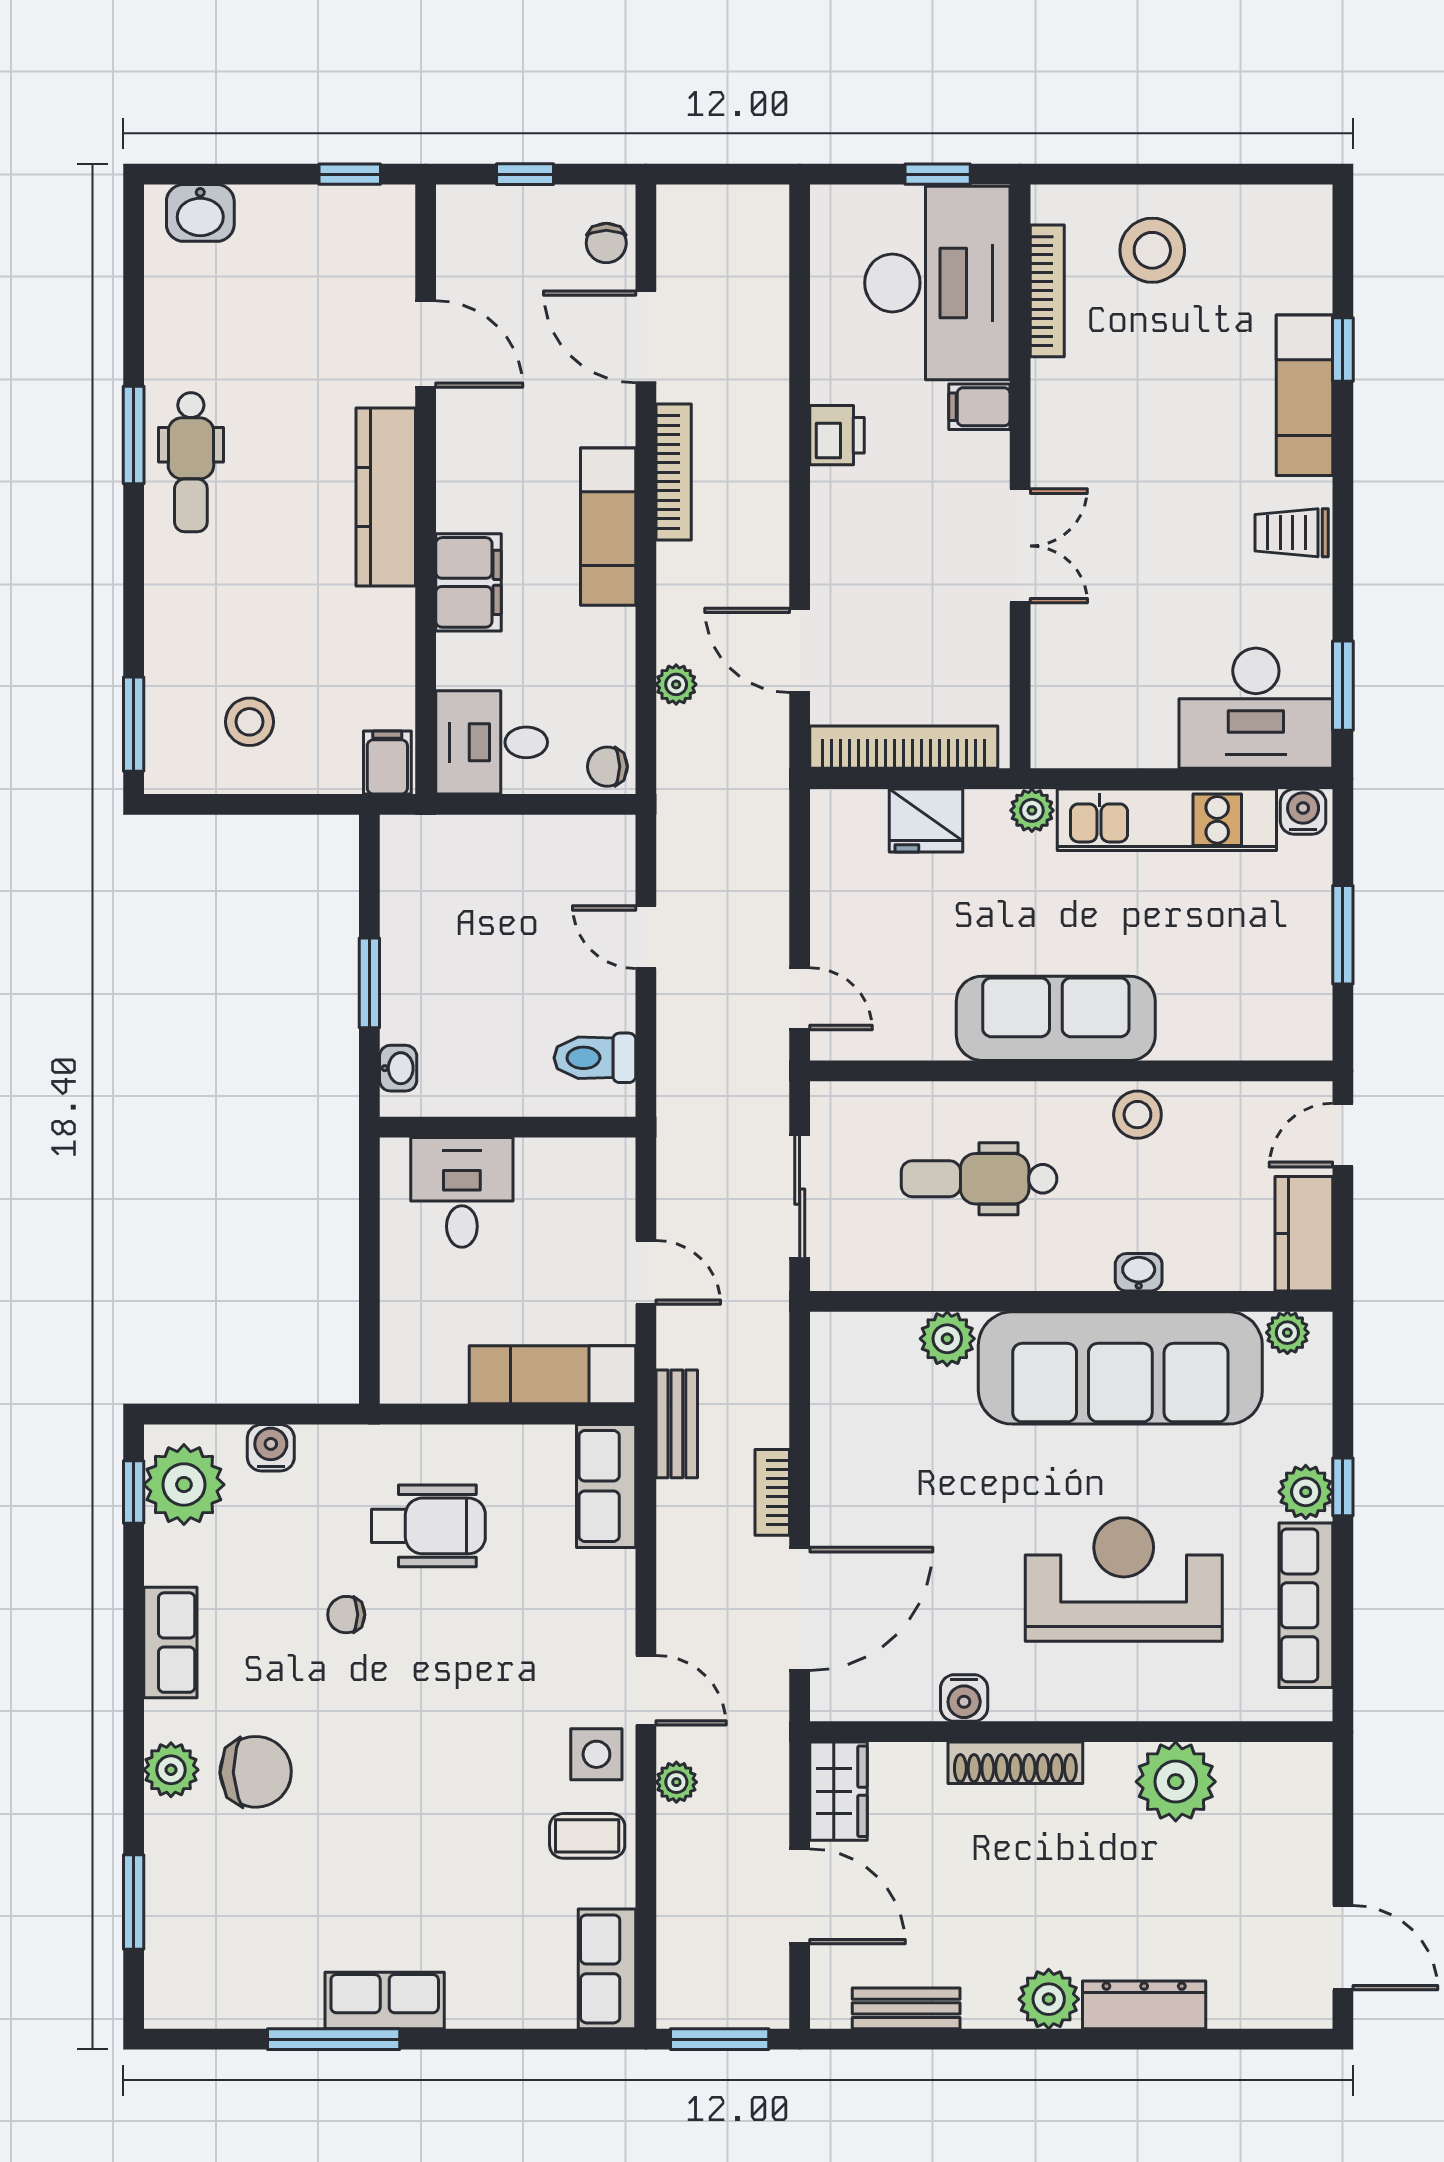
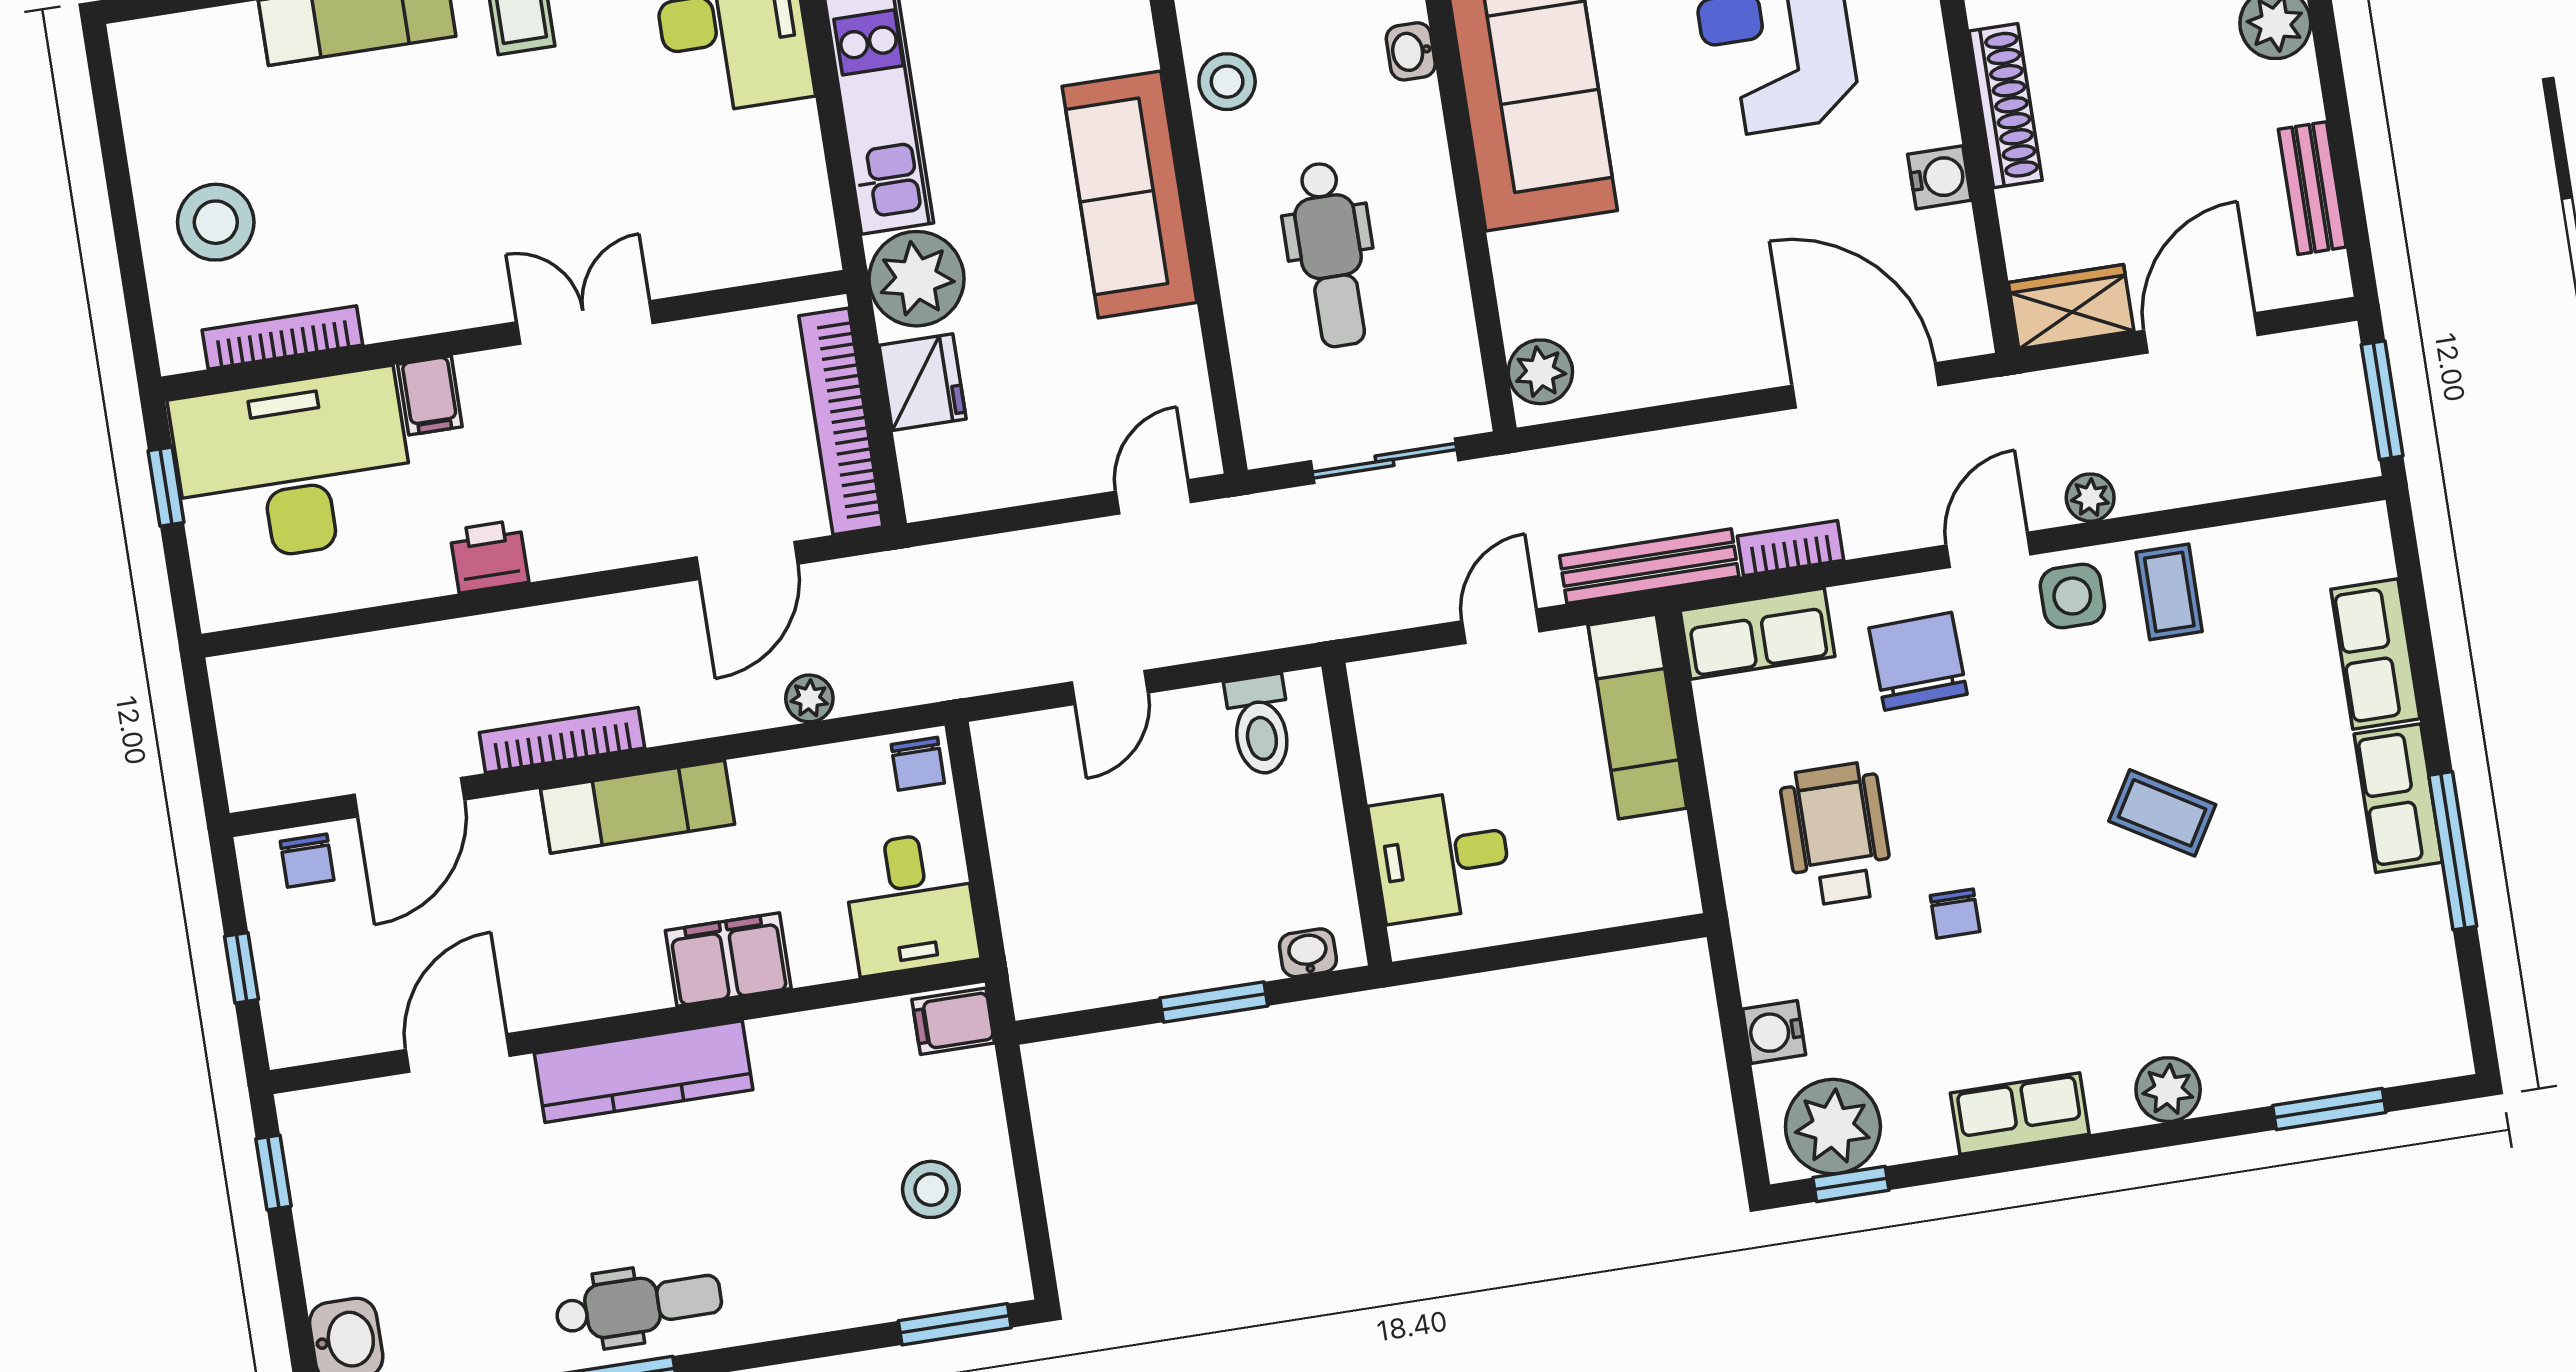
chair: (606, 243) -> (307, 861), turned 90
plant: (1032, 810) -> (917, 279), width x1.87, depth x1.87
plant: (947, 1339) -> (1540, 372), moved
bench: (677, 1424) -> (1649, 566), width x1.36
bookcase: (772, 1492) -> (1790, 548), moved, turned 180
chair: (256, 1772) -> (1918, 661), moved
coffee table: (403, 1801) -> (2162, 813), added
row of seats: (607, 1969) -> (2375, 654), moved, turned 90

